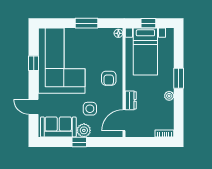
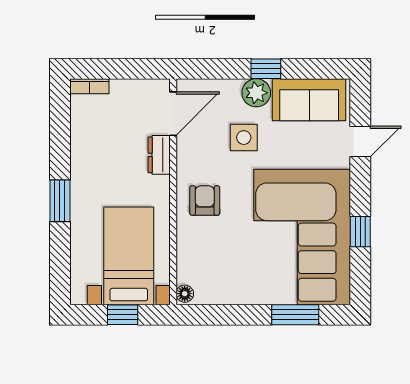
window: (86, 23) -> (295, 315), moved
plant: (169, 96) -> (80, 164), removed
door: (34, 107) -> (360, 142), hinge flipped

